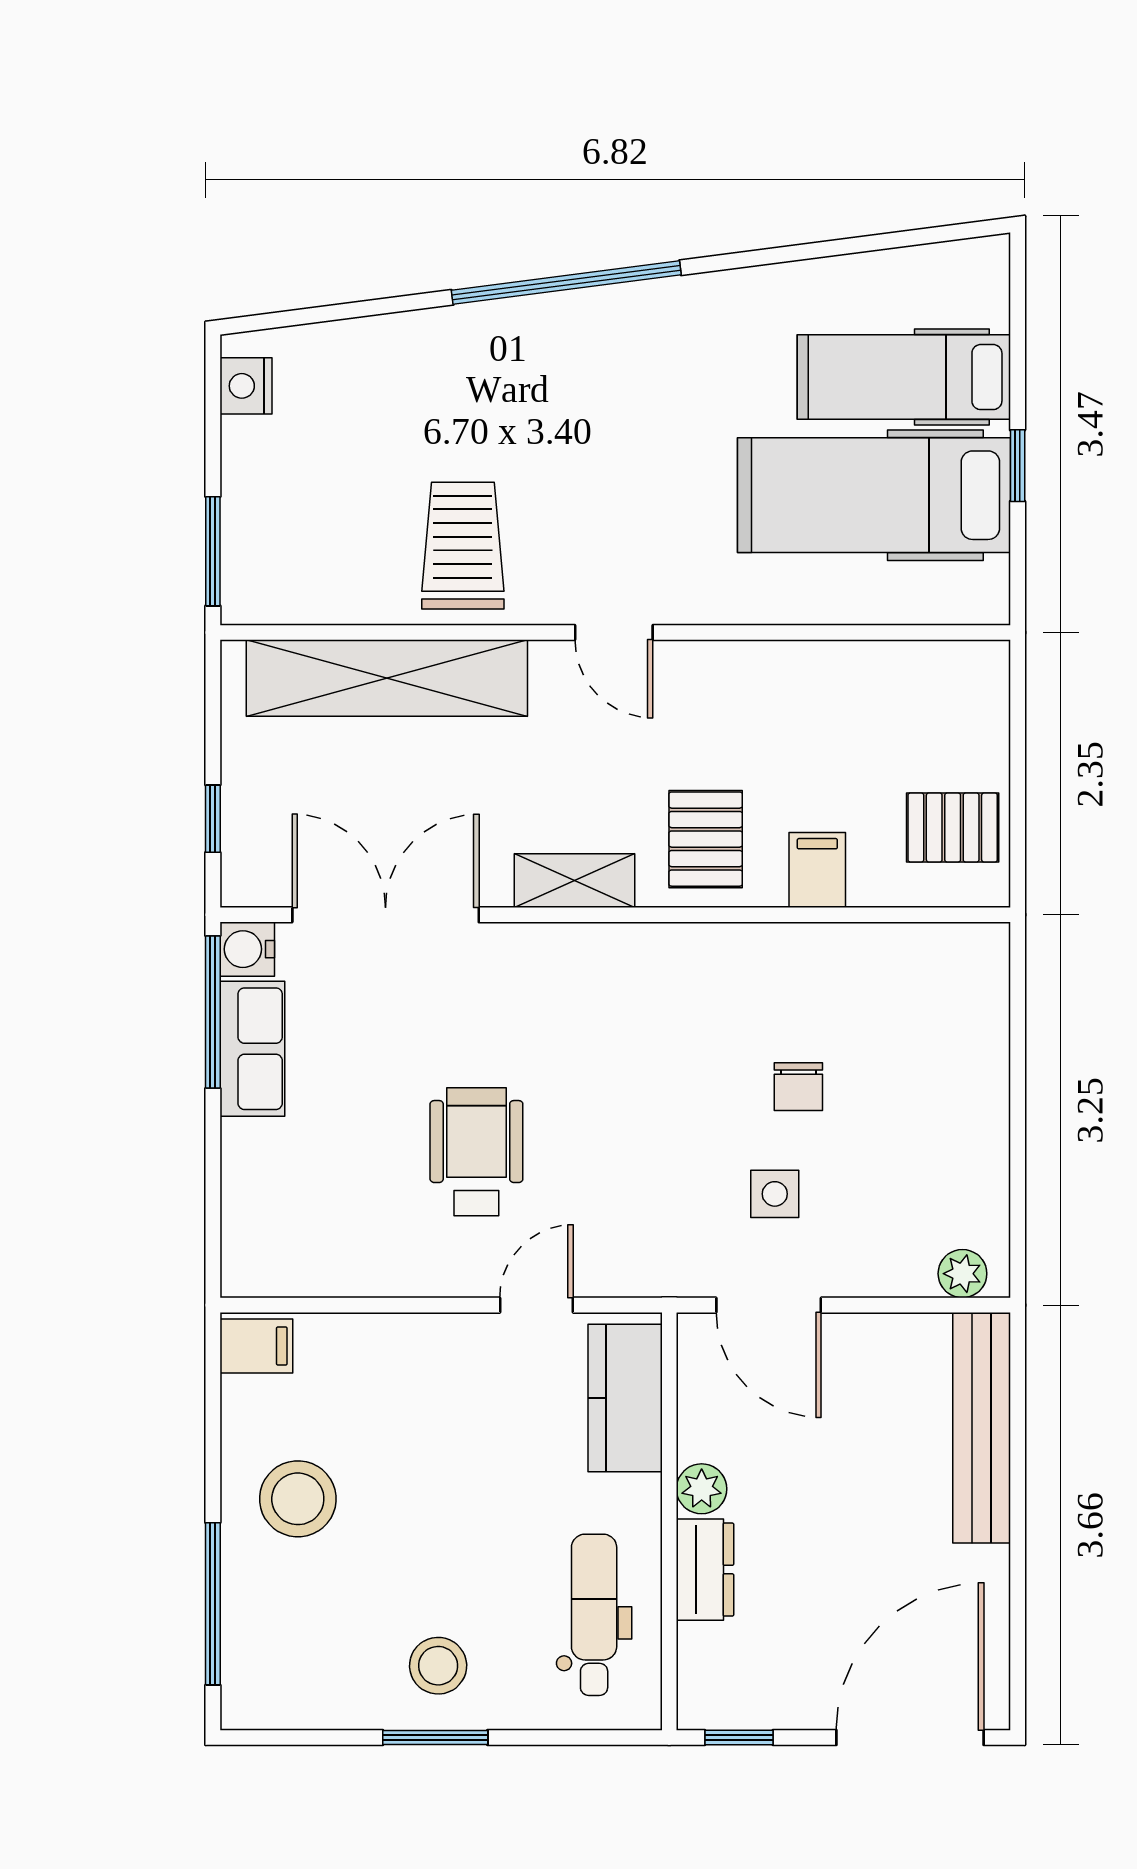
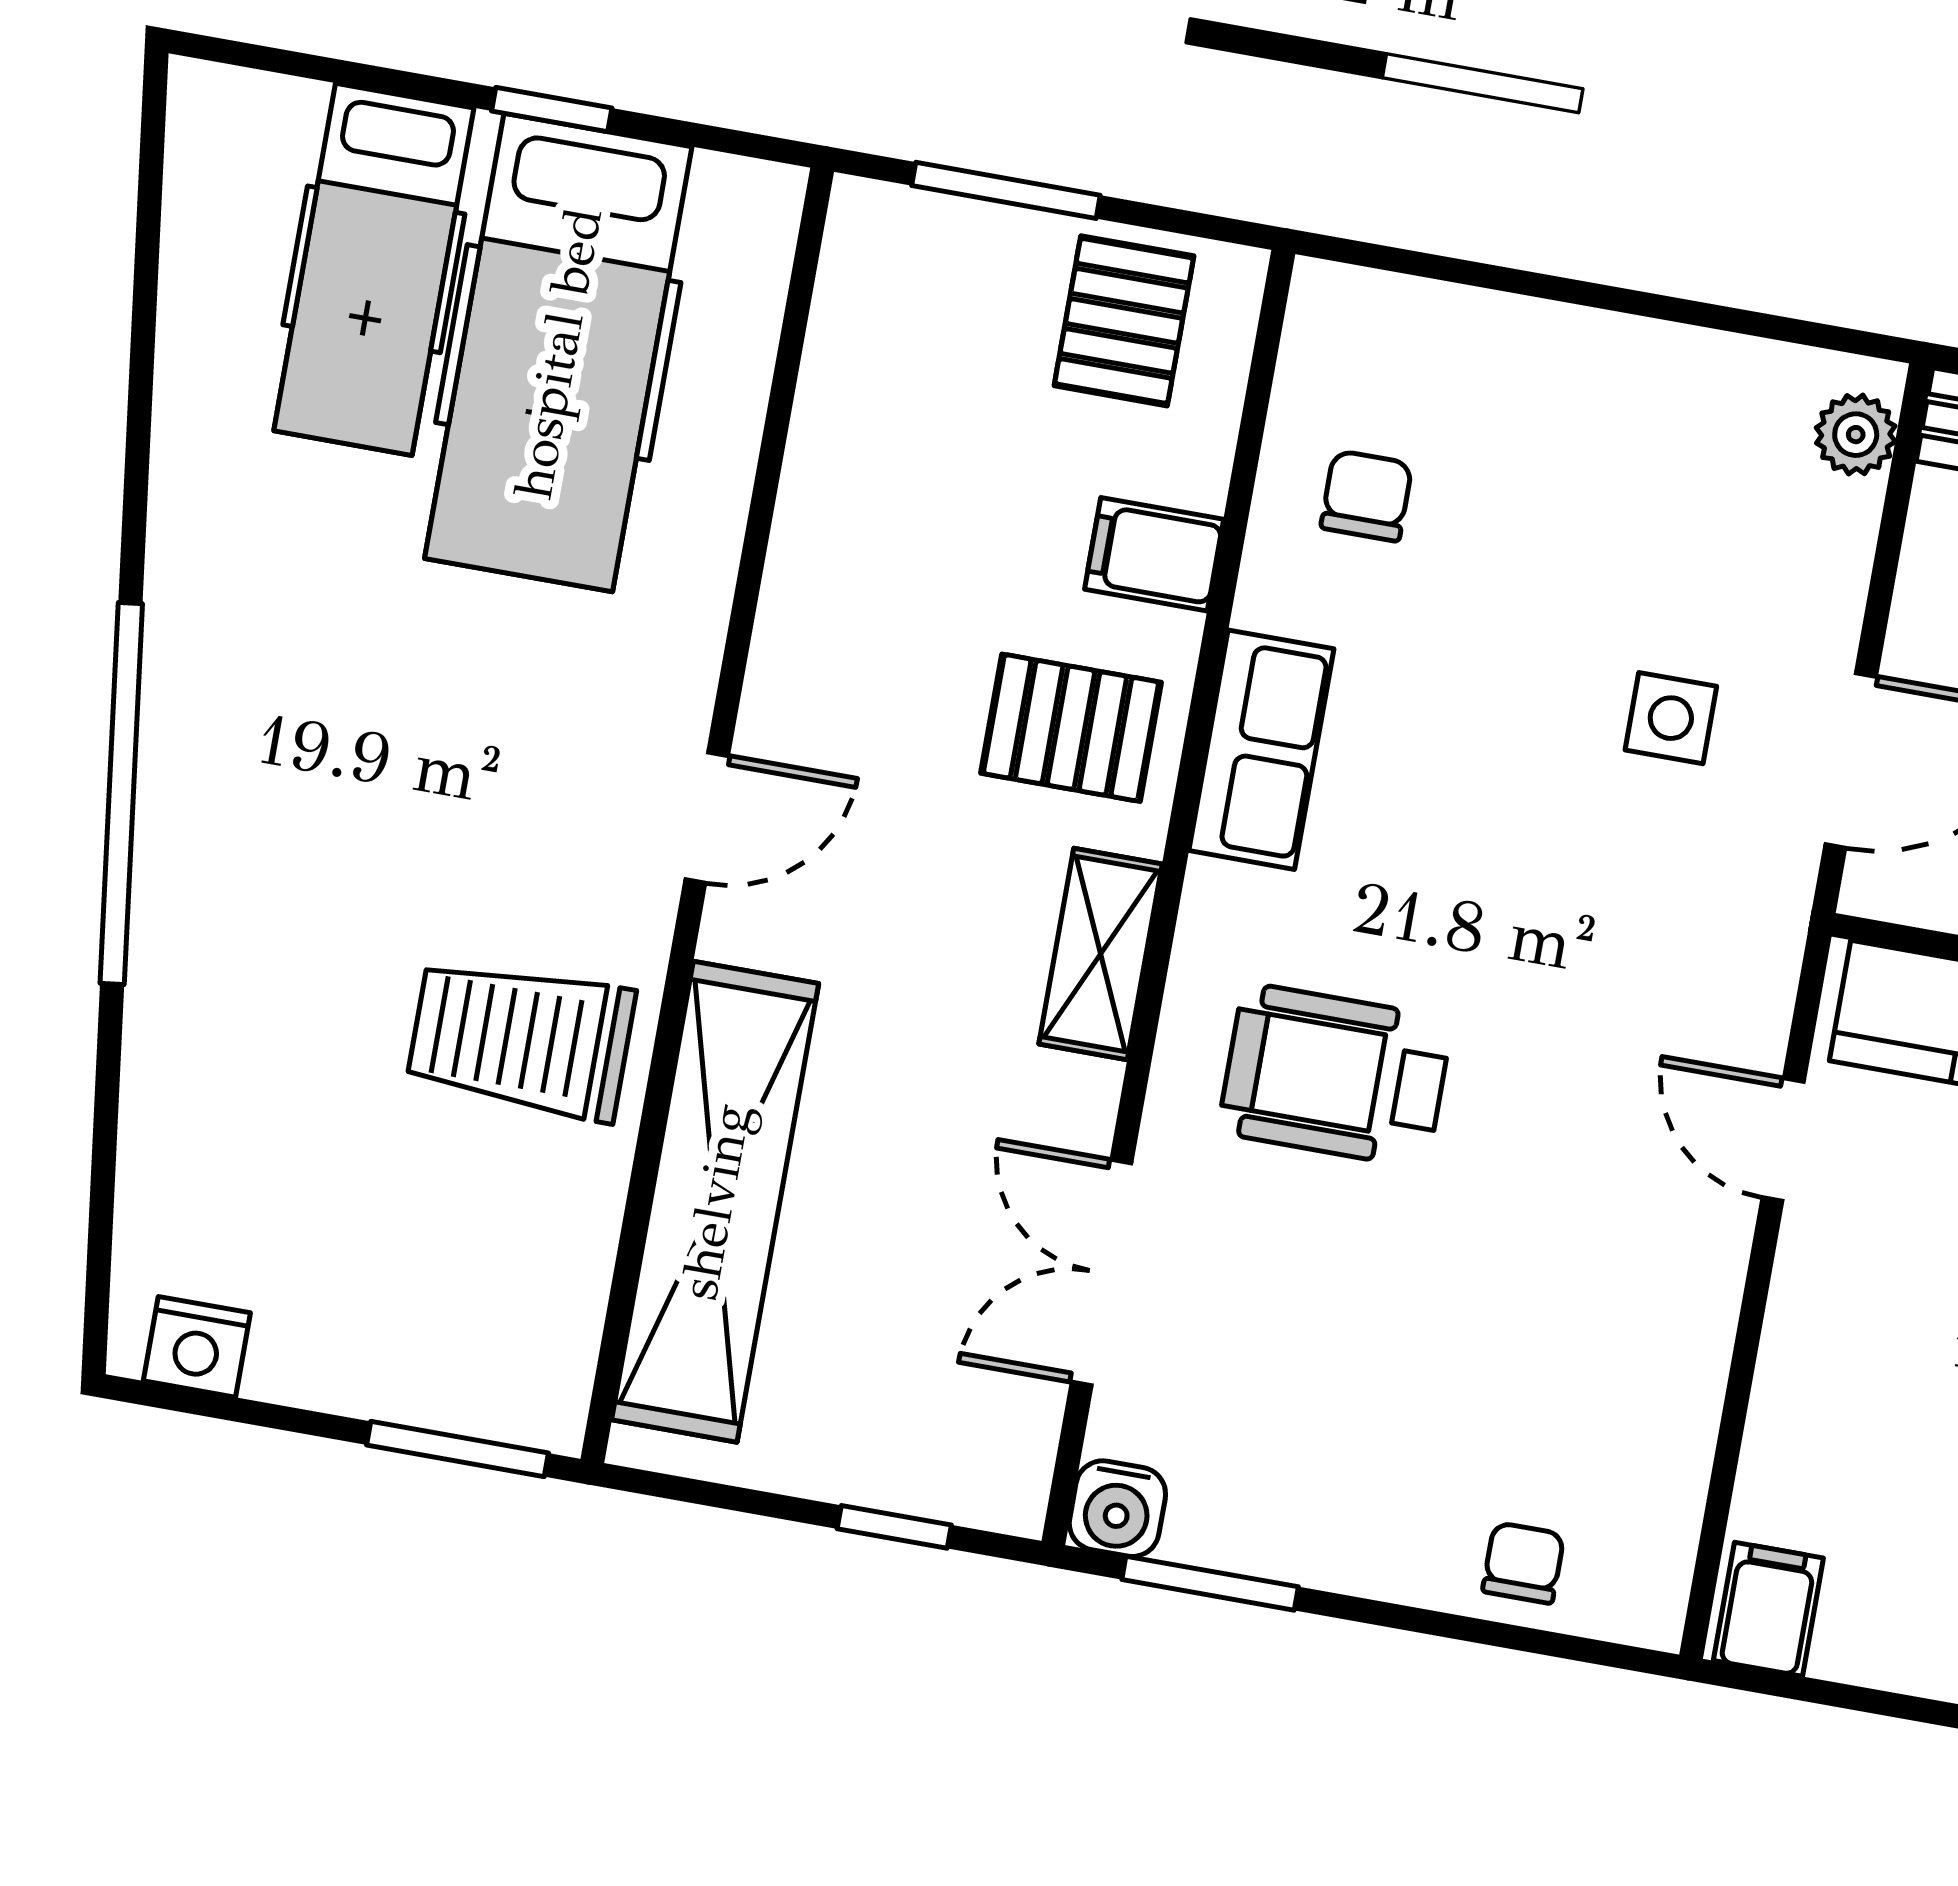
window: (1018, 744) -> (1006, 190), added
double door: (386, 915) -> (1102, 1273), width x0.73
window: (213, 1012) -> (1210, 1583), width x0.69
row of seats: (252, 1049) -> (1261, 750), moved, turned 90
chair: (798, 1087) -> (1366, 496), moved, turned -90
wheelchair: (476, 1152) -> (1335, 1076), moved
chair: (258, 1196) -> (1523, 1563), added

